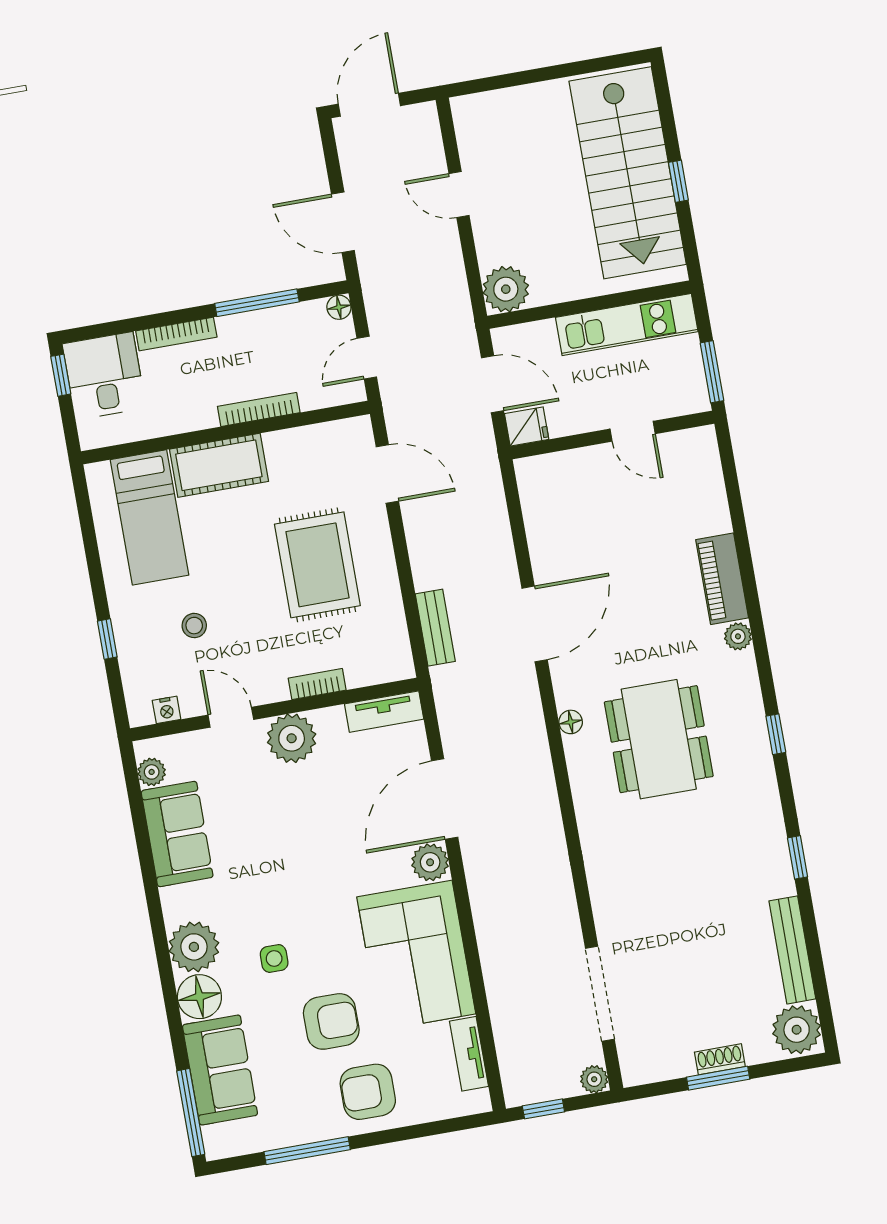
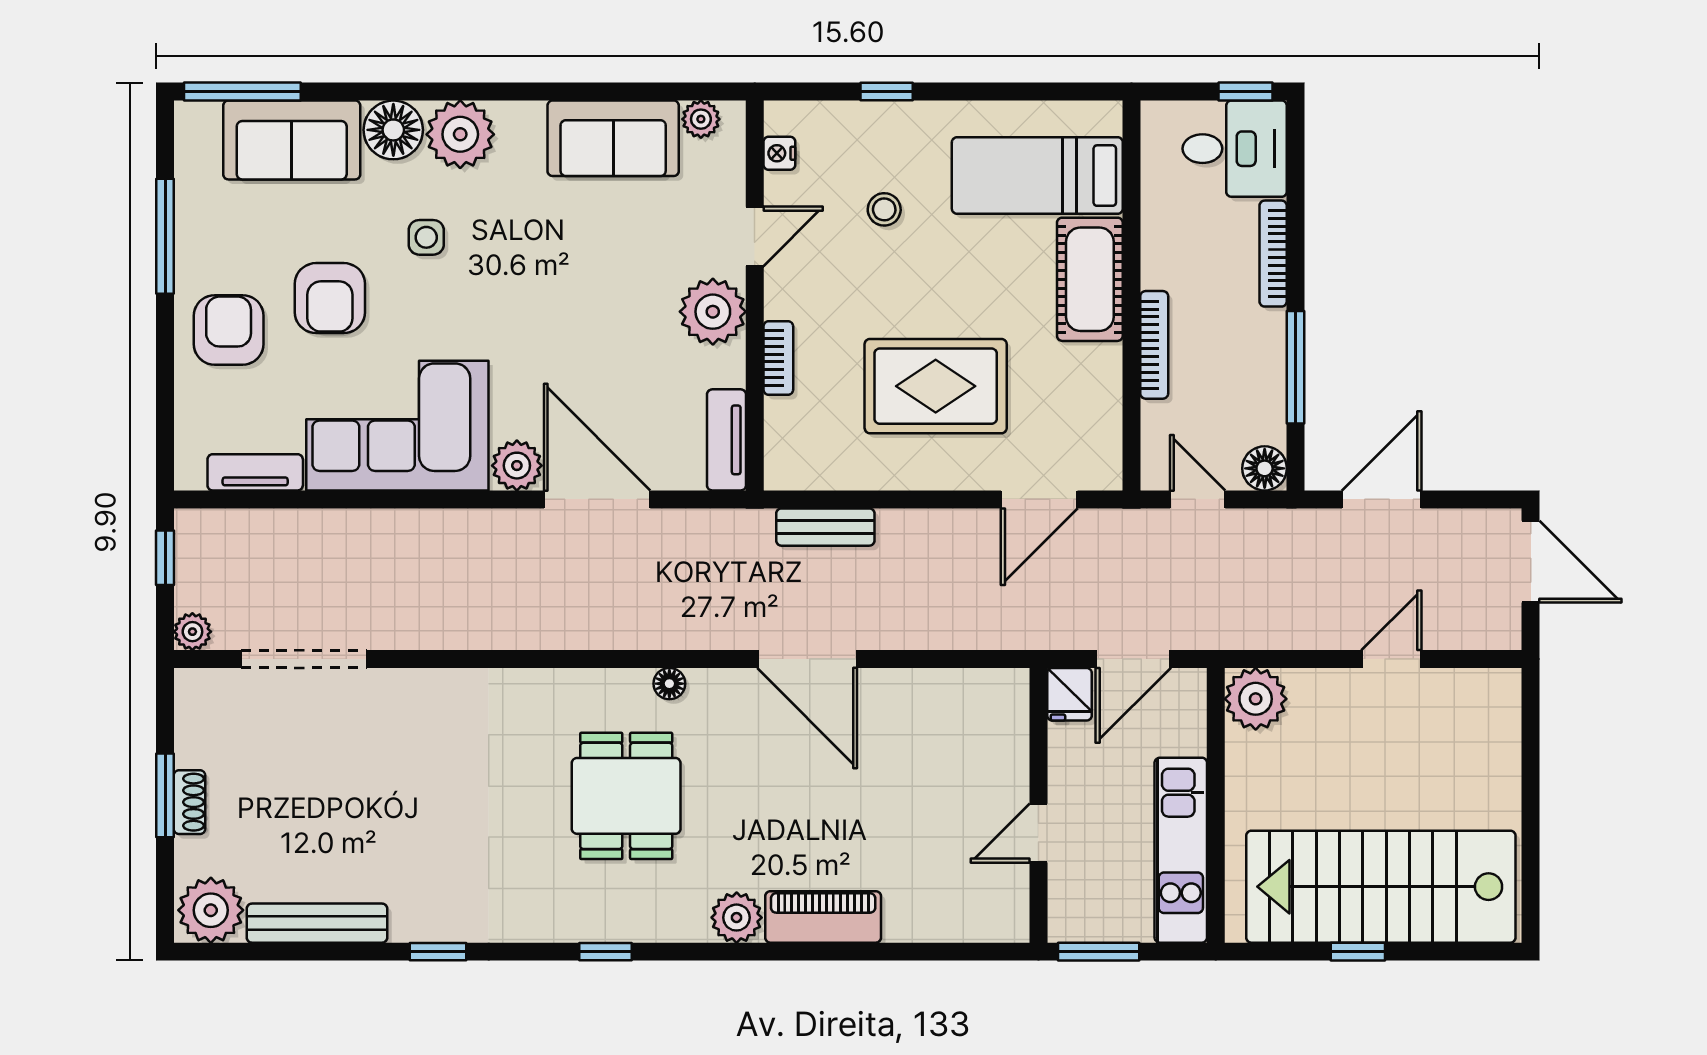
floor lamp: (339, 307) -> (1265, 468), width x1.37, depth x1.37
plant: (738, 636) -> (737, 918), width x1.38, depth x1.38
dining table: (659, 739) -> (626, 796), width x0.73

